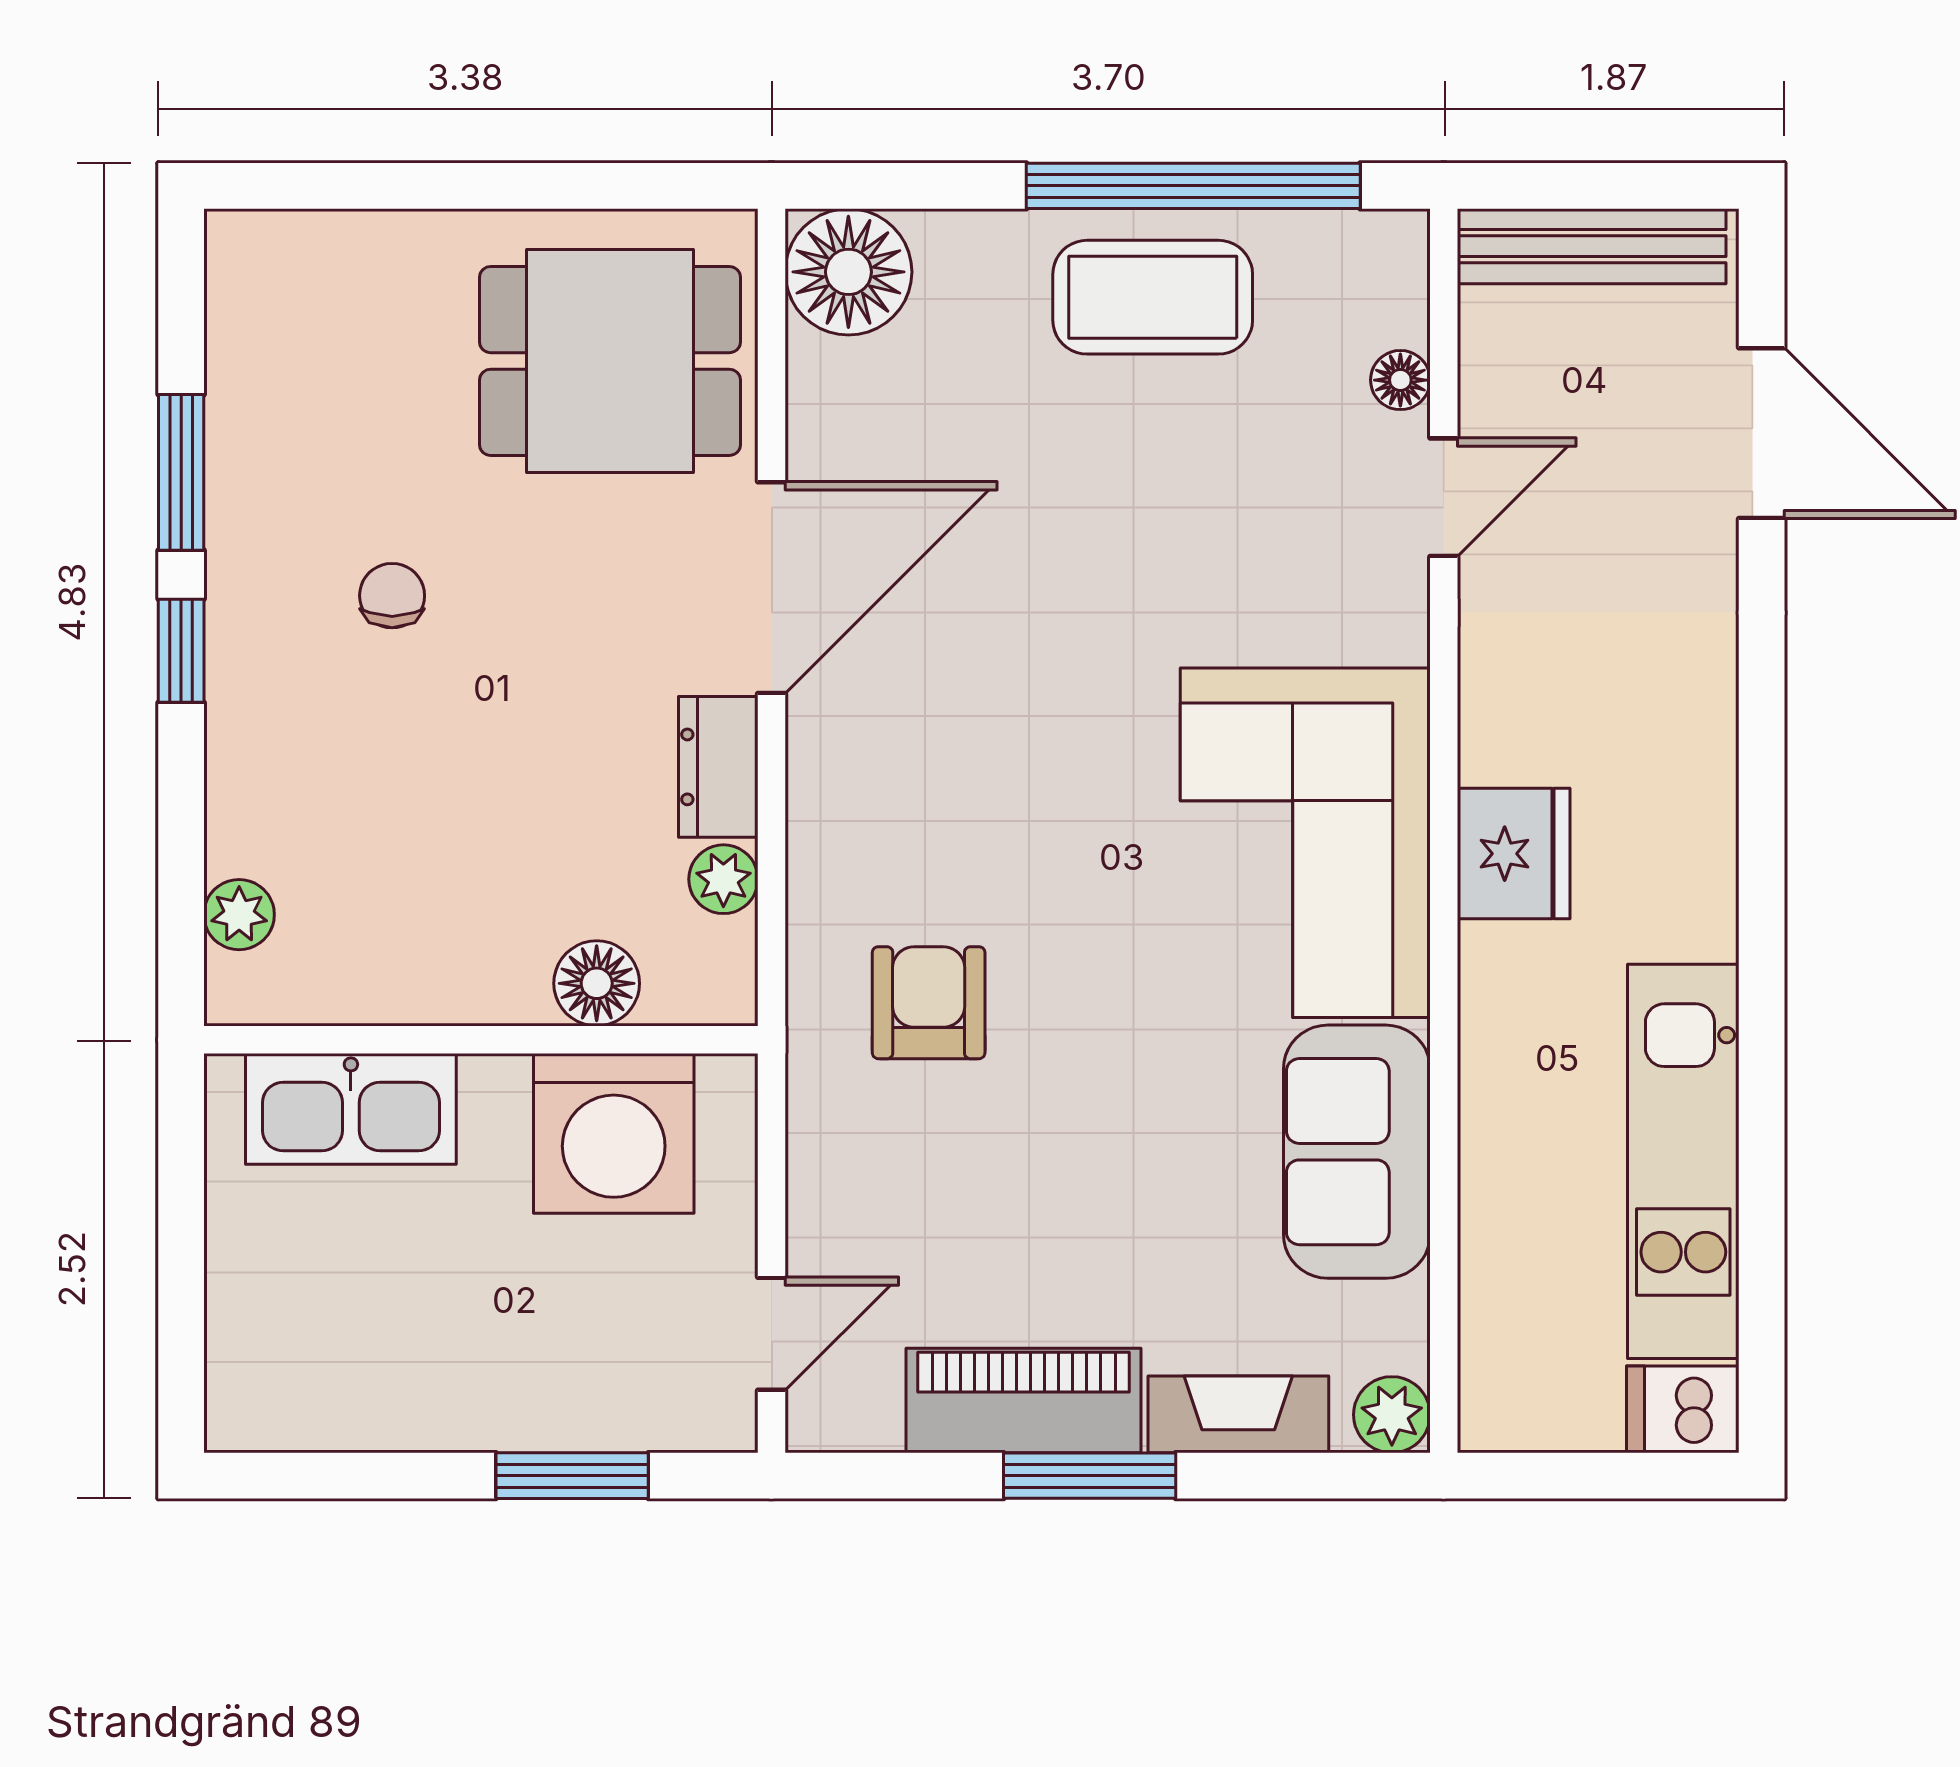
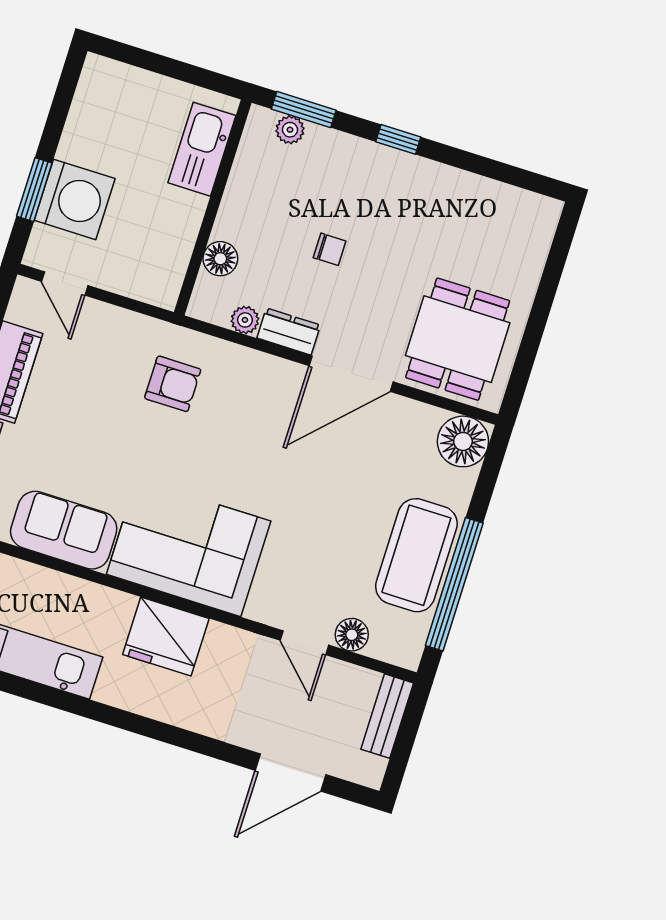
bench: (1592, 246) -> (387, 716), width x0.73
coffee table: (1153, 297) -> (416, 555), width x1.36, depth x1.32
floor lamp: (1400, 380) -> (352, 635), width x1.37, depth x1.37
window: (181, 472) -> (304, 110), moved
door: (772, 588) -> (351, 374), hinge flipped
chair: (392, 596) -> (330, 249), moved
fridge: (1514, 854) -> (166, 637), width x1.36, depth x1.34
washing machine: (614, 1133) -> (75, 199), moved, turned 180

